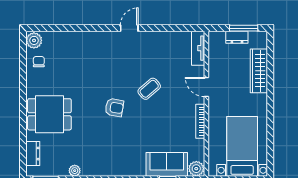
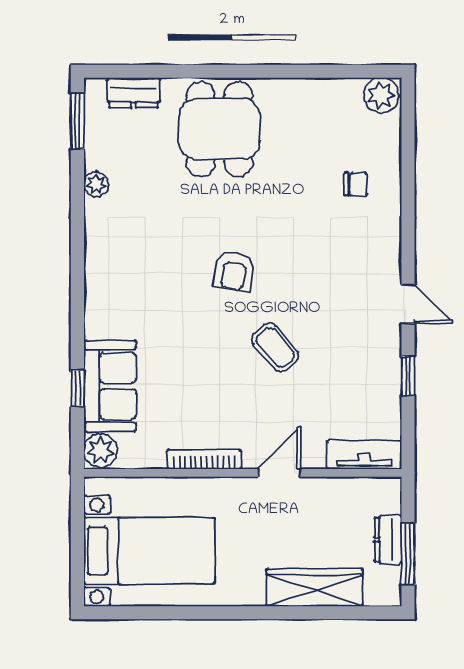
window: (162, 28) -> (408, 376), added
chair: (39, 62) -> (356, 184), moved

